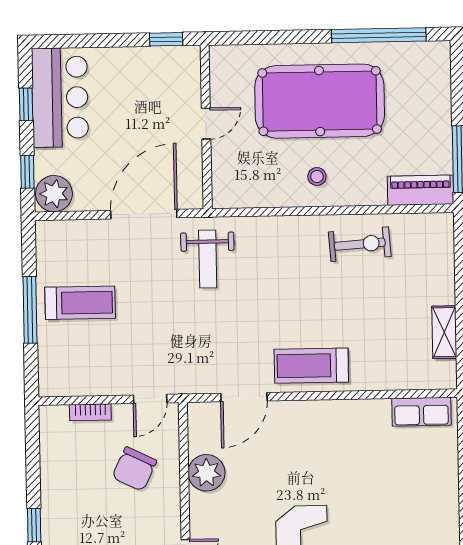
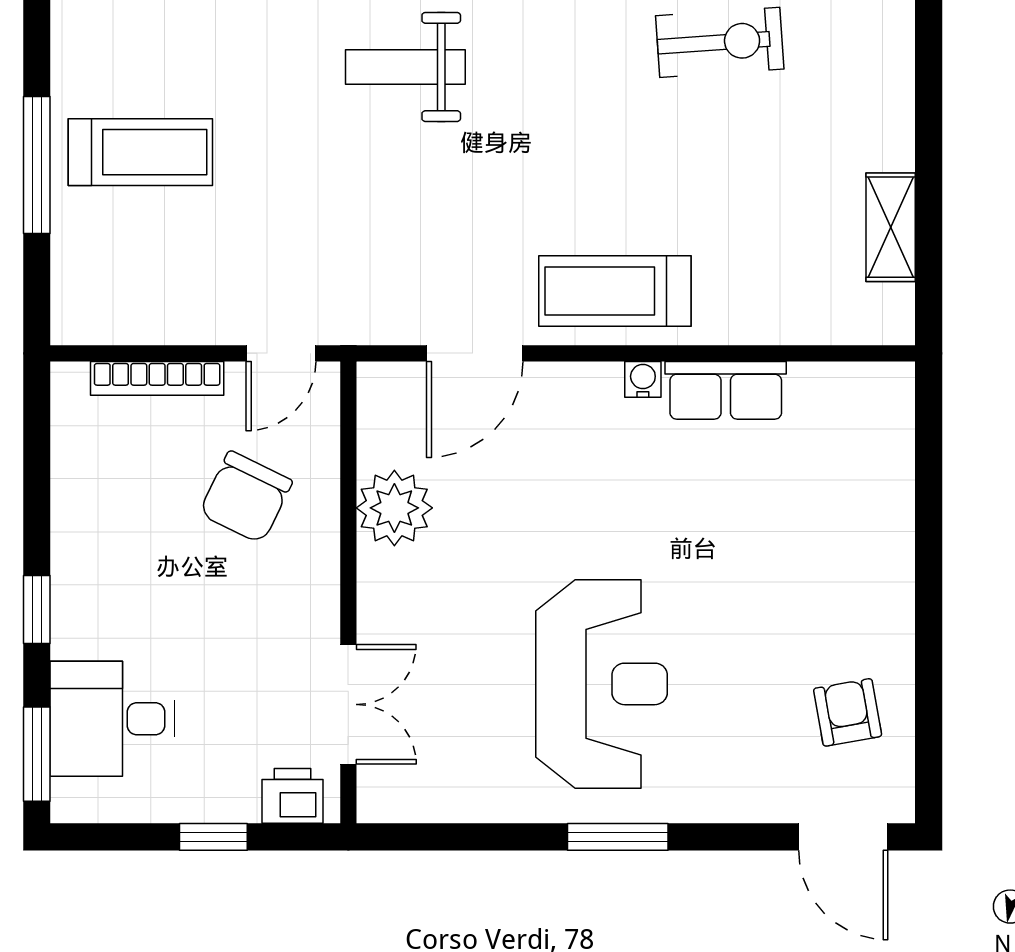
weight bench: (208, 259) -> (405, 67), turned 90
water cooler: (326, 408) -> (643, 379), added
bookcase: (90, 412) -> (157, 378), width x1.56
row of seats: (421, 412) -> (726, 390), moved

